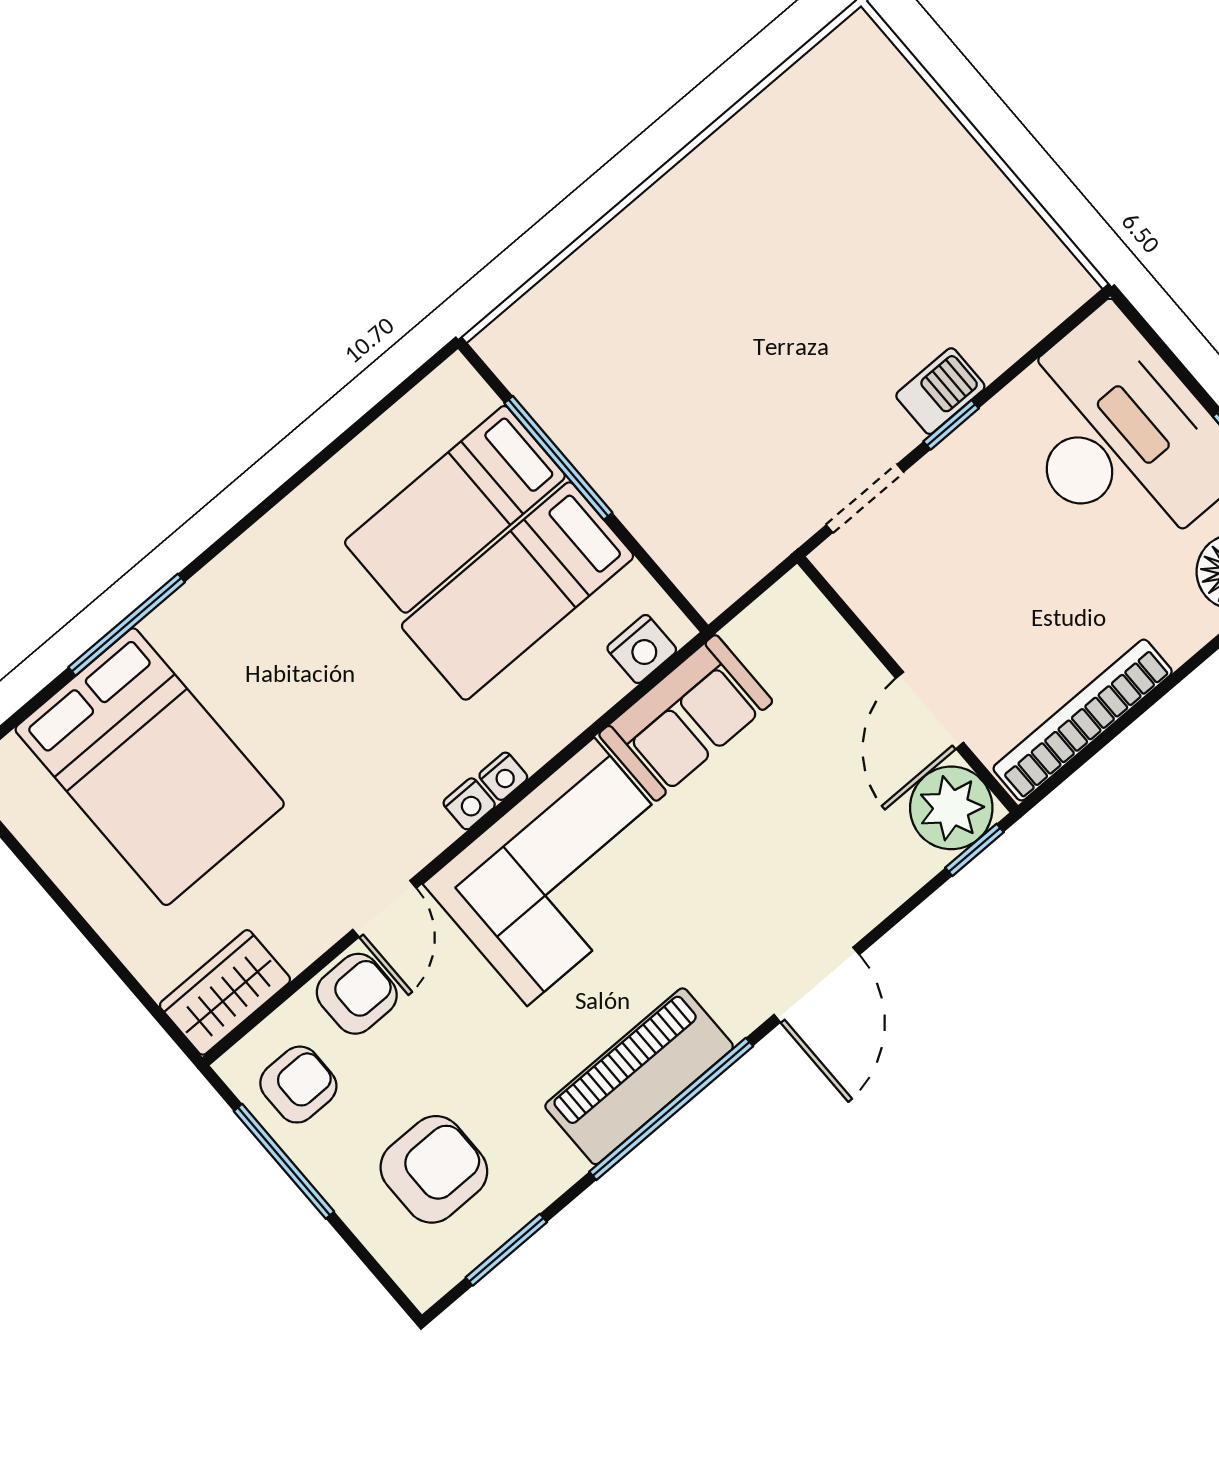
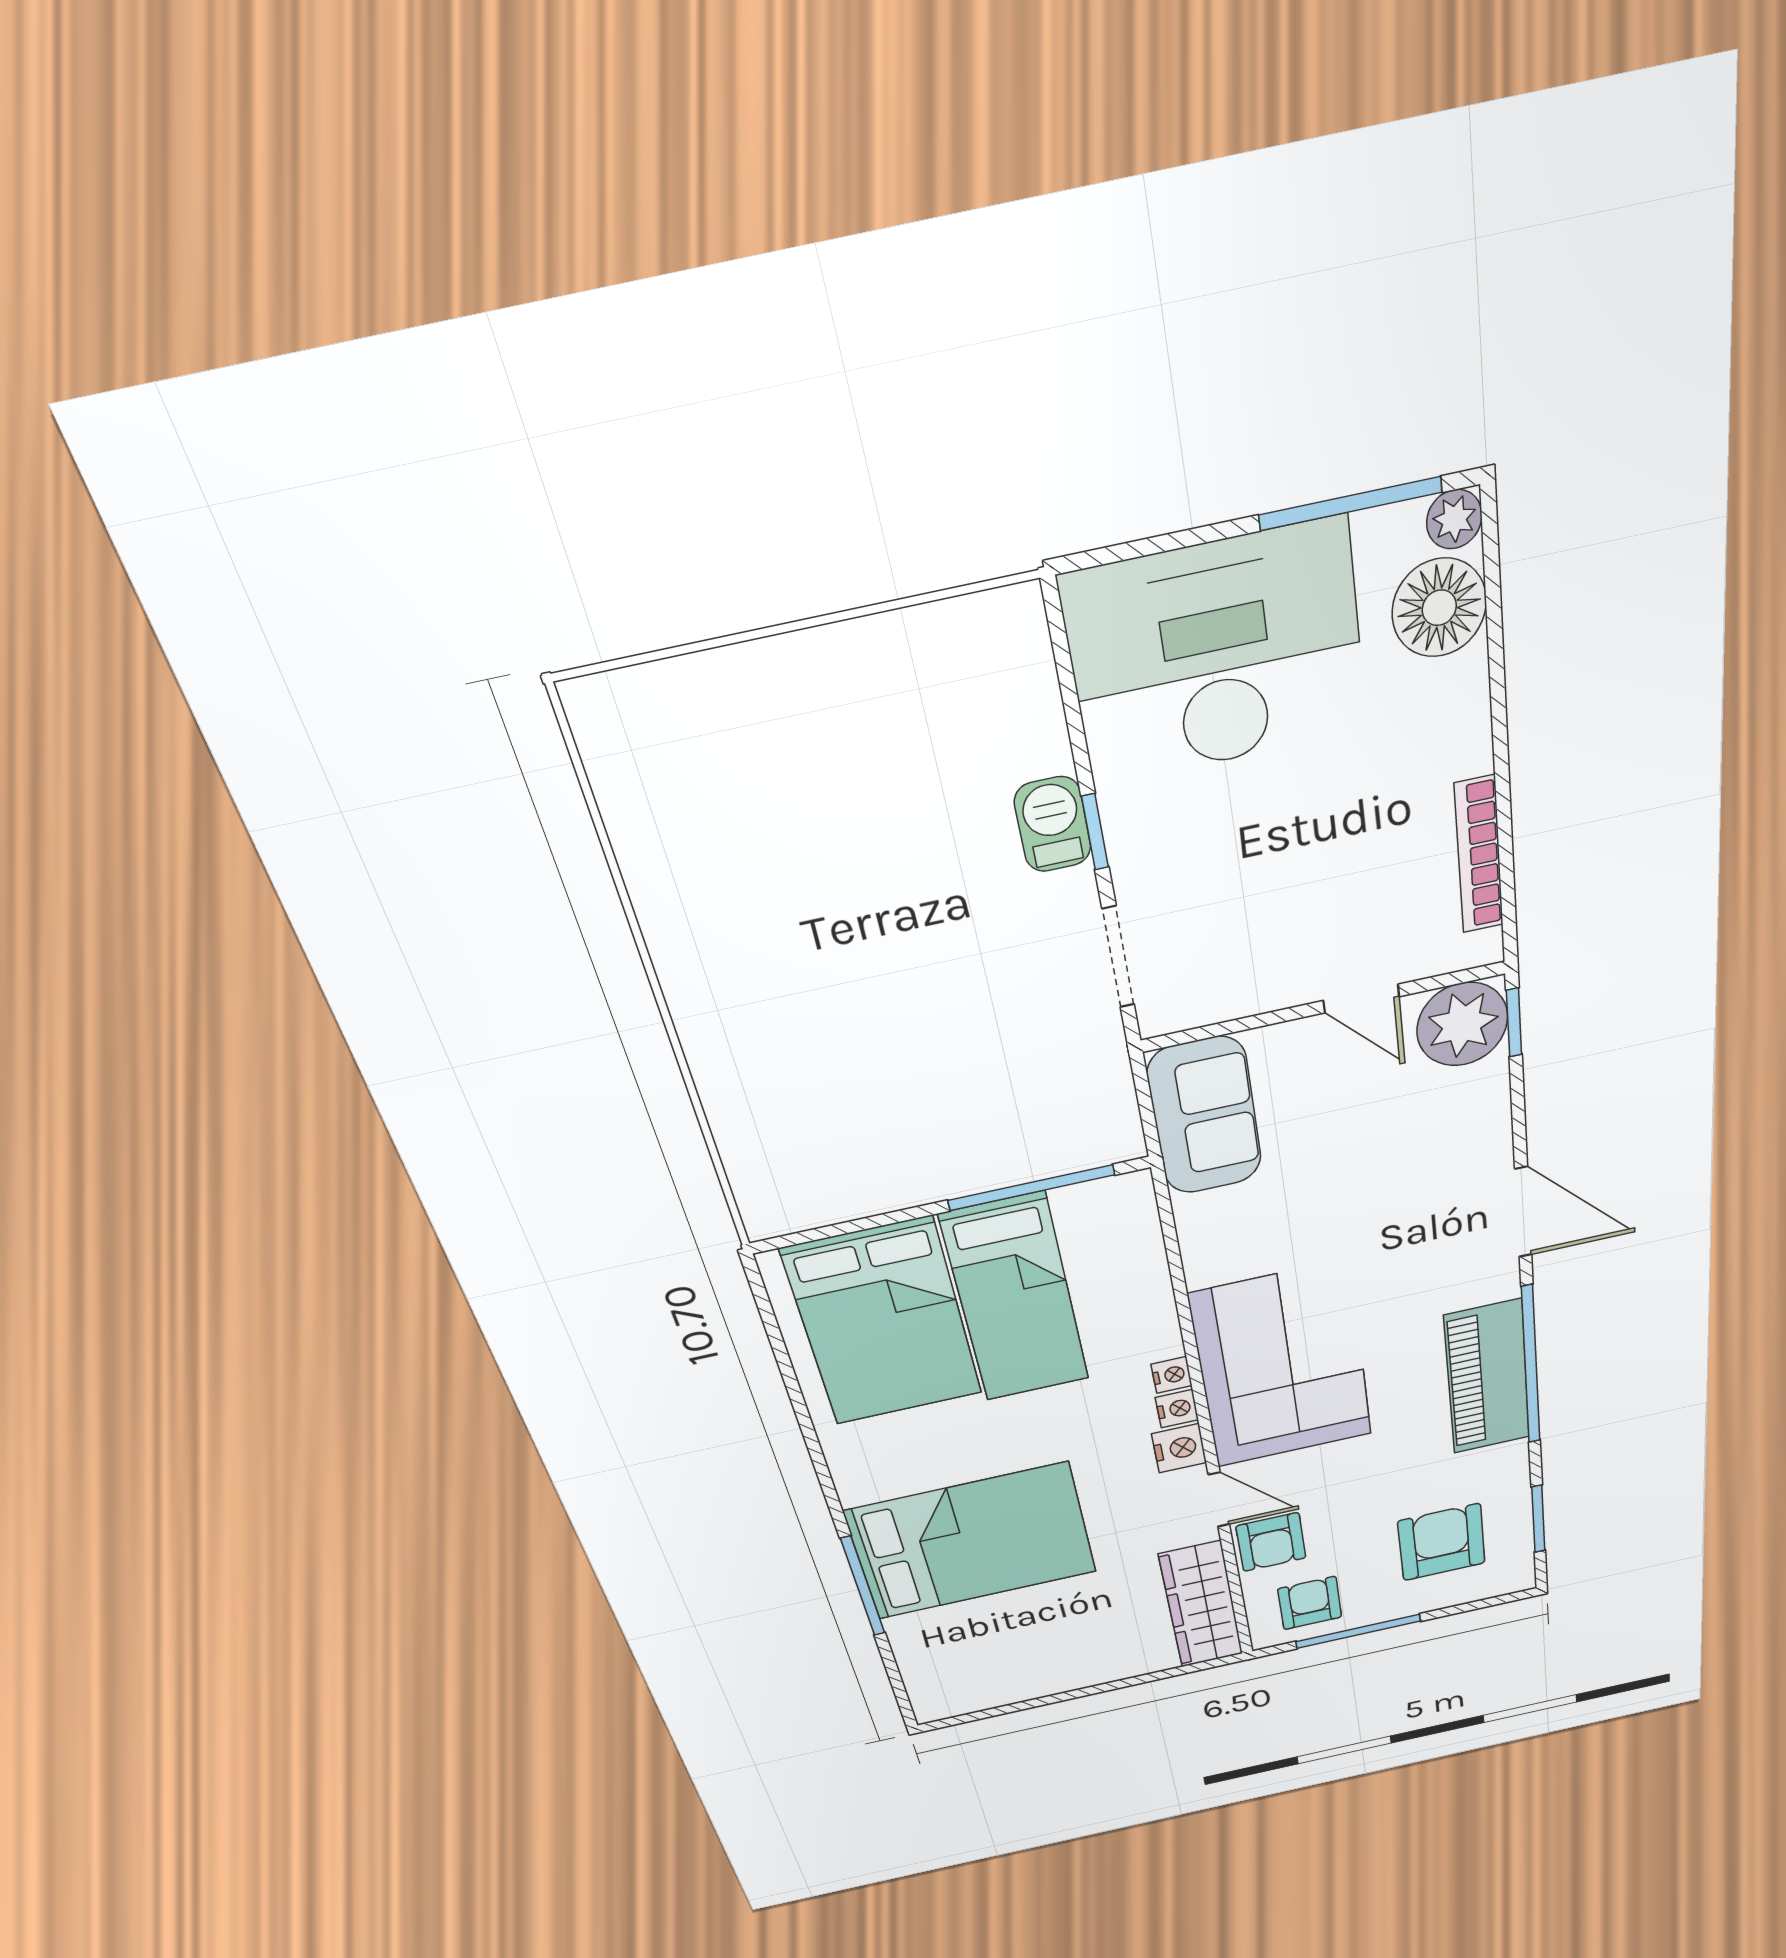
window: (558, 458) -> (1031, 1188), moved
bed: (455, 509) -> (883, 1323), width x1.50
nightstand: (642, 649) -> (1179, 1448), moved
door: (930, 710) -> (1361, 999), width x0.73
sofa: (686, 718) -> (1205, 1116), moved
bookcase: (1083, 720) -> (1479, 855), width x0.68, depth x0.76
bed: (150, 767) -> (972, 1542), moved
wardrobe: (225, 992) -> (1201, 1605), width x1.50
armchair: (357, 994) -> (1271, 1542), turned 180

